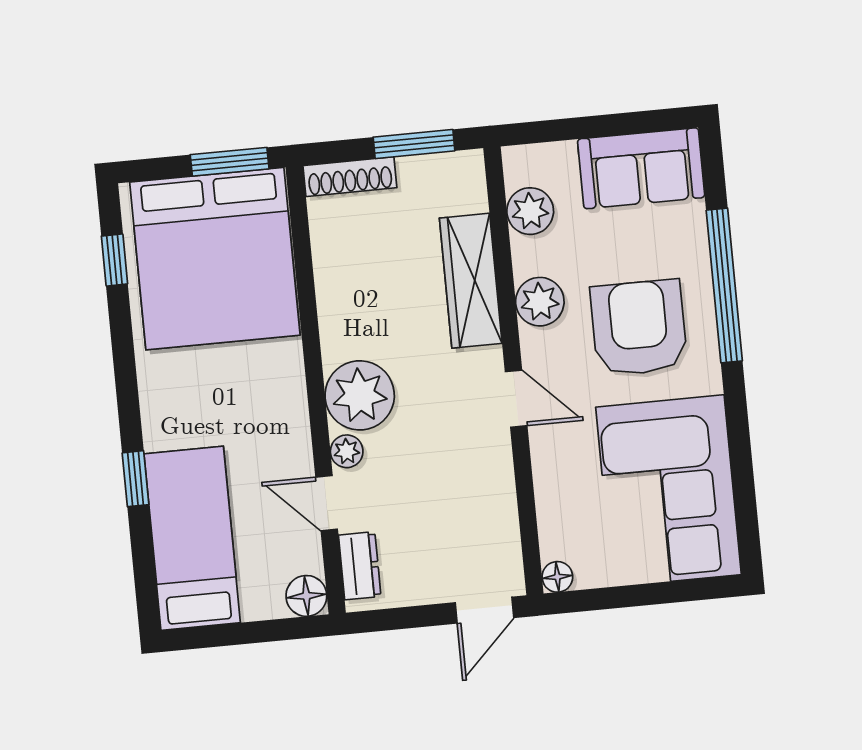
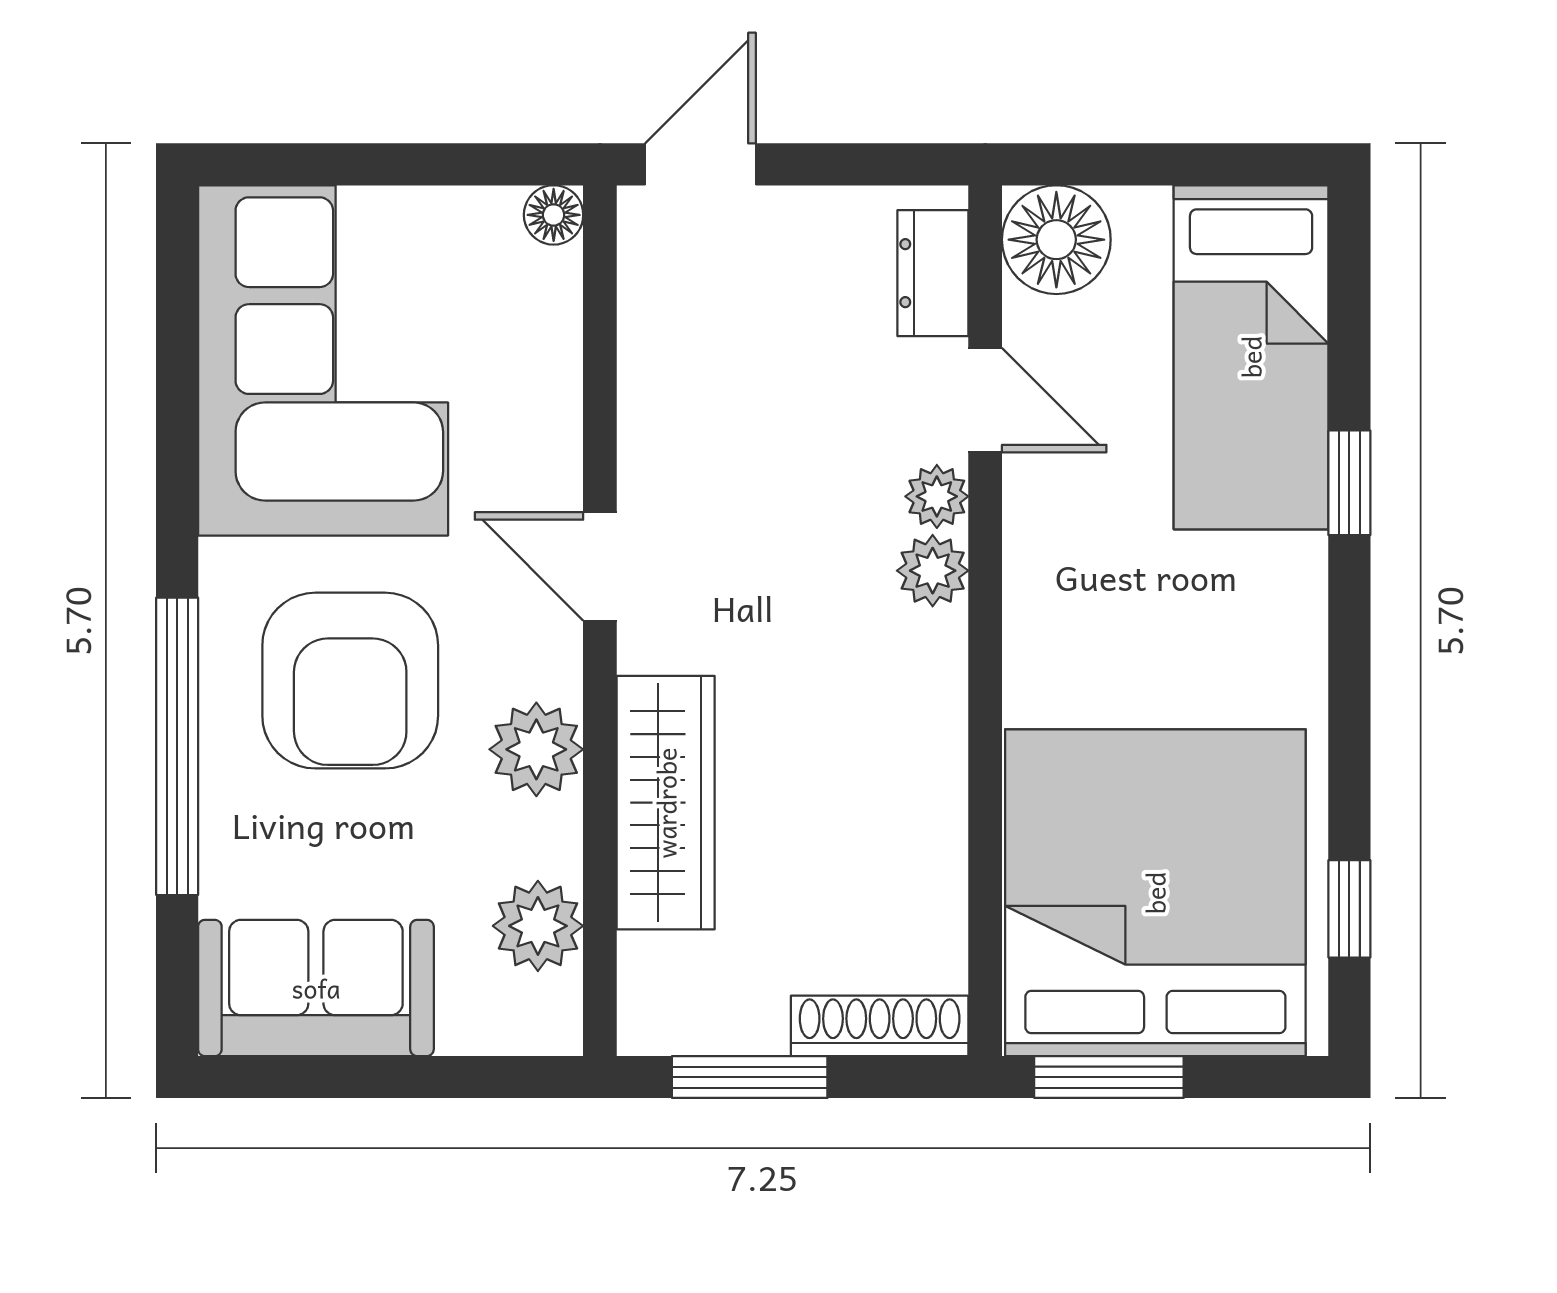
plant: (360, 395) -> (933, 571), width x0.53, depth x0.53
floor lamp: (306, 596) -> (1056, 240), width x1.38, depth x1.38

